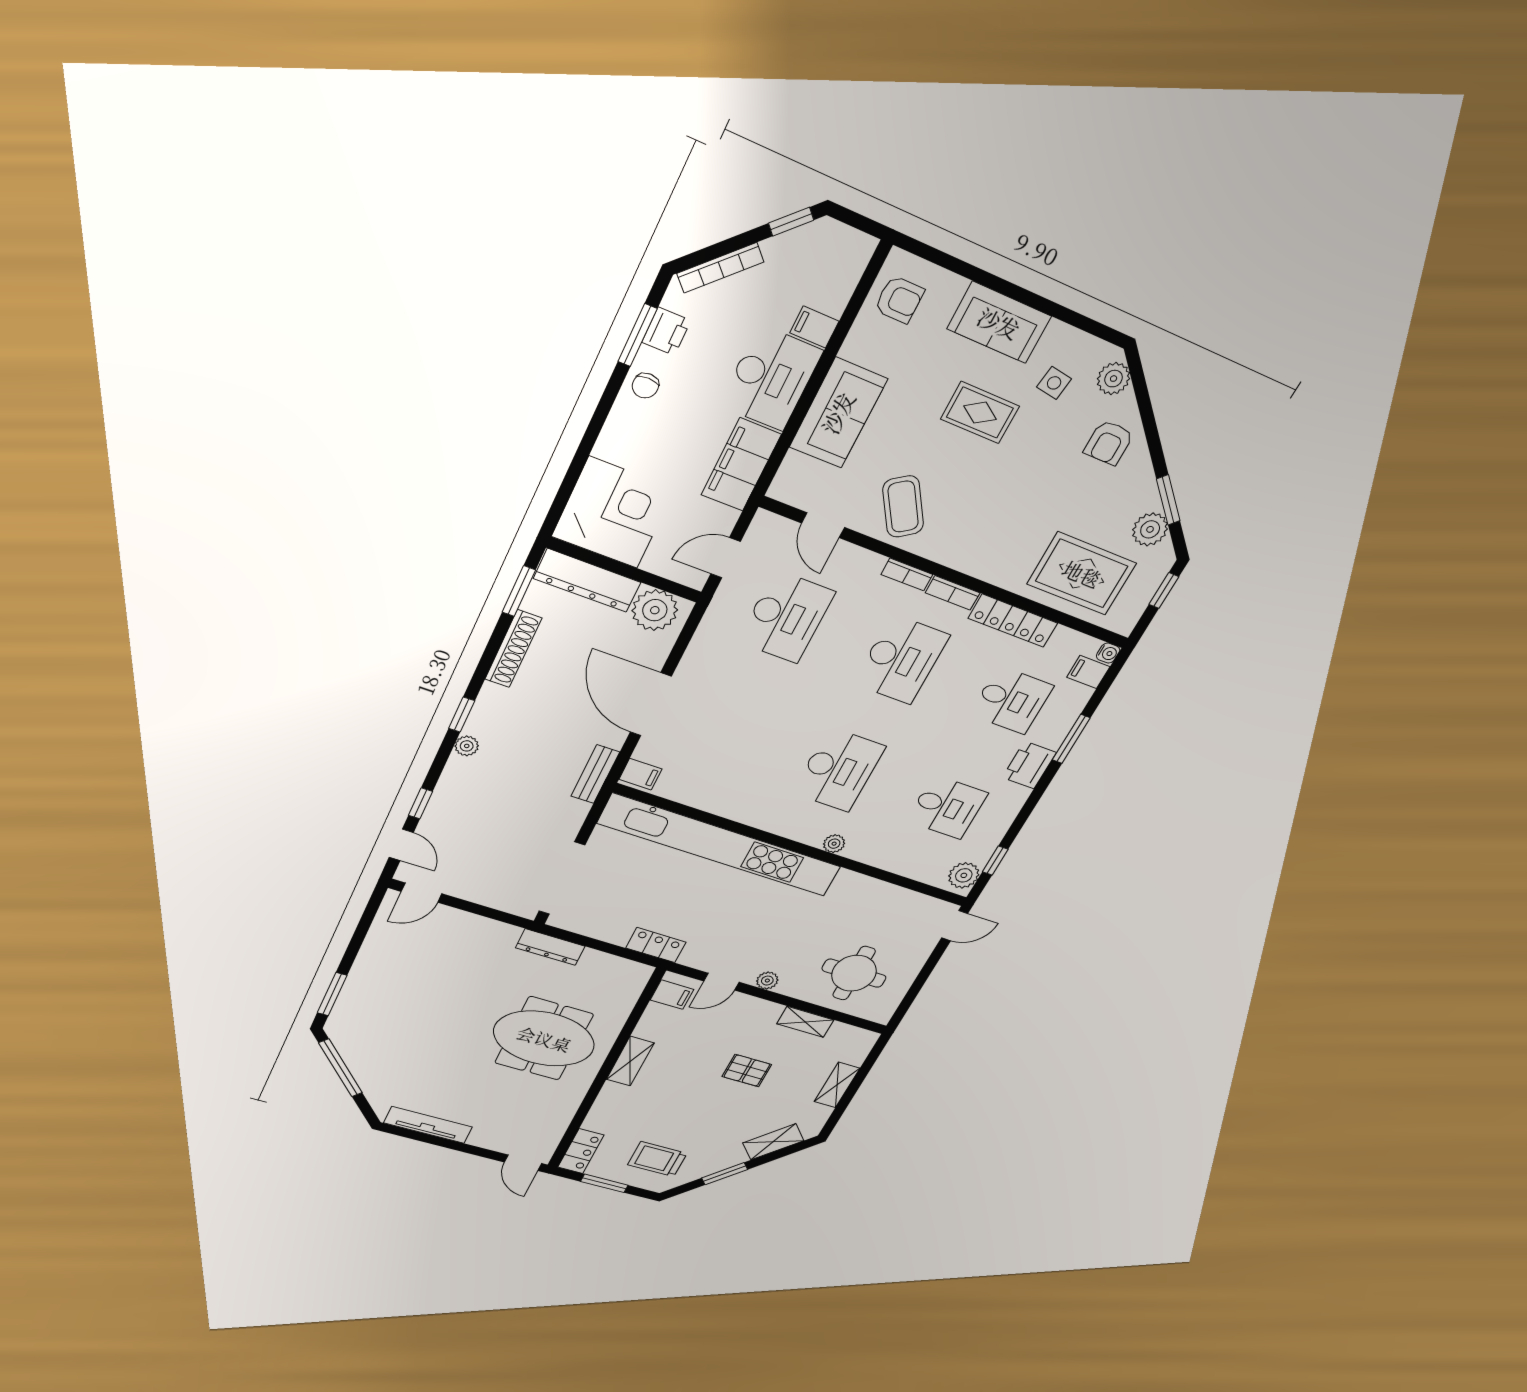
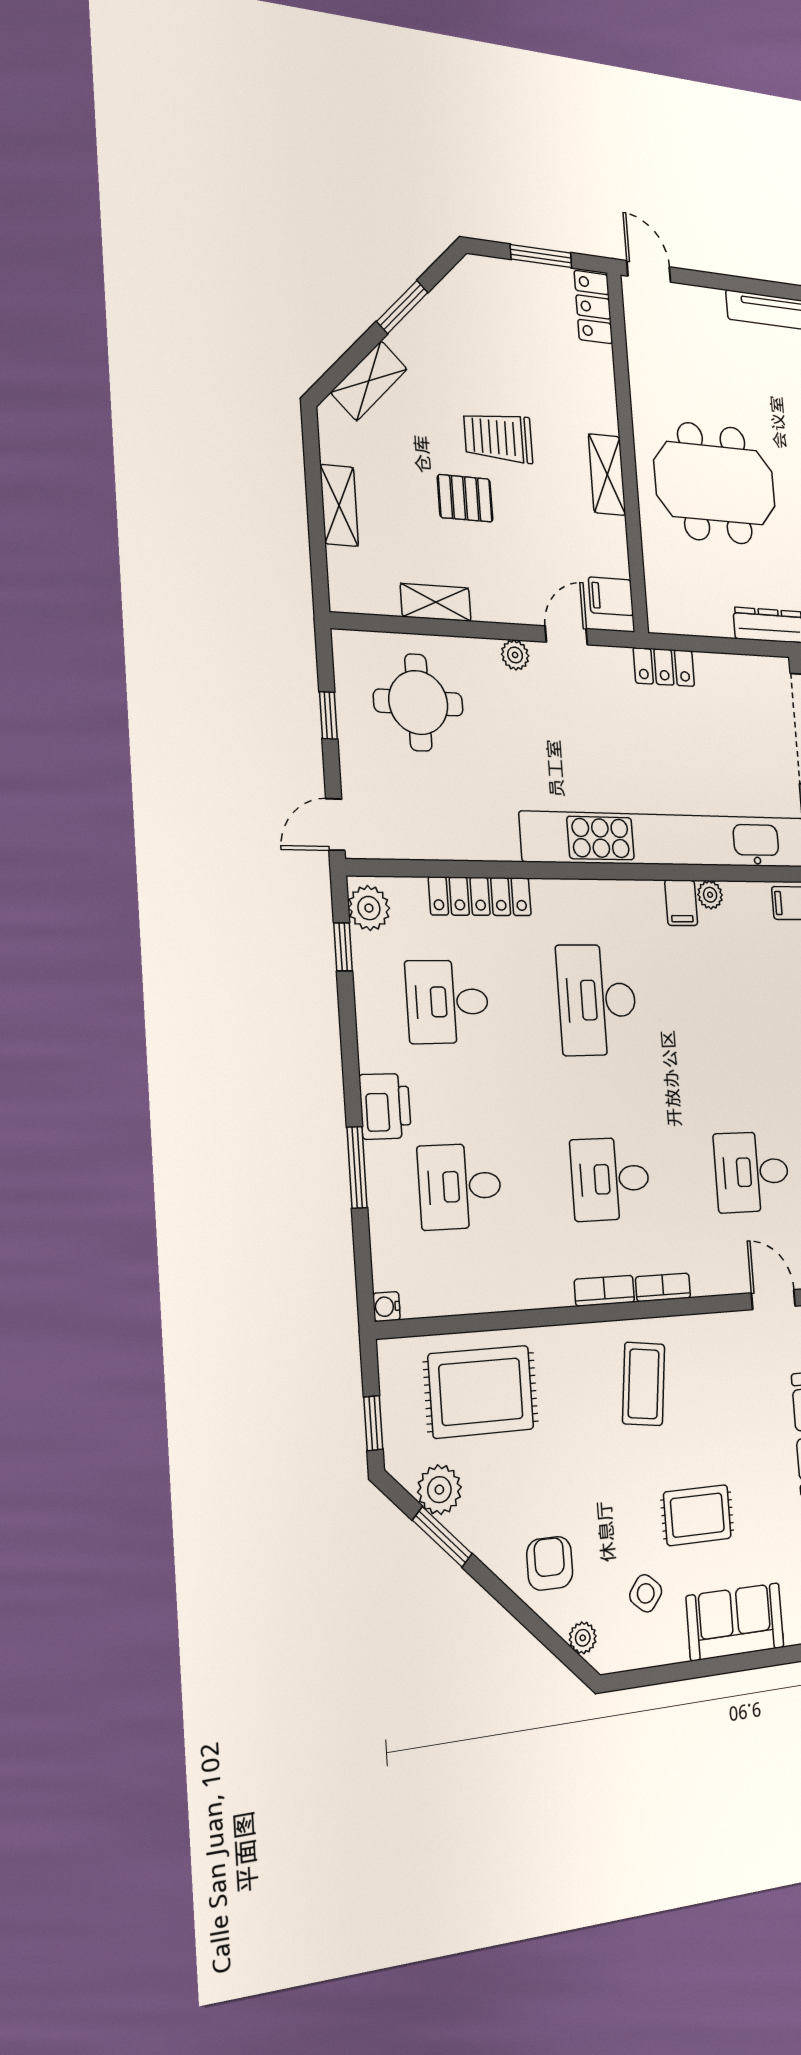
plant: (1114, 379) -> (583, 1638), width x0.73, depth x0.73
side table: (1054, 383) -> (646, 1593), turned 31
coffee table: (903, 507) -> (644, 1384), moved, turned 41
desk: (786, 617) -> (752, 1172), width x0.73
locker: (1013, 621) -> (480, 896), moved, turned 180
desk: (901, 659) -> (610, 1179), width x0.73
filing cabinet: (1088, 672) -> (681, 903), moved, turned 90
plant: (834, 844) -> (710, 895), moved
window: (919, 982) -> (328, 715), added
trolley: (657, 1159) -> (498, 437), moved, turned 180

